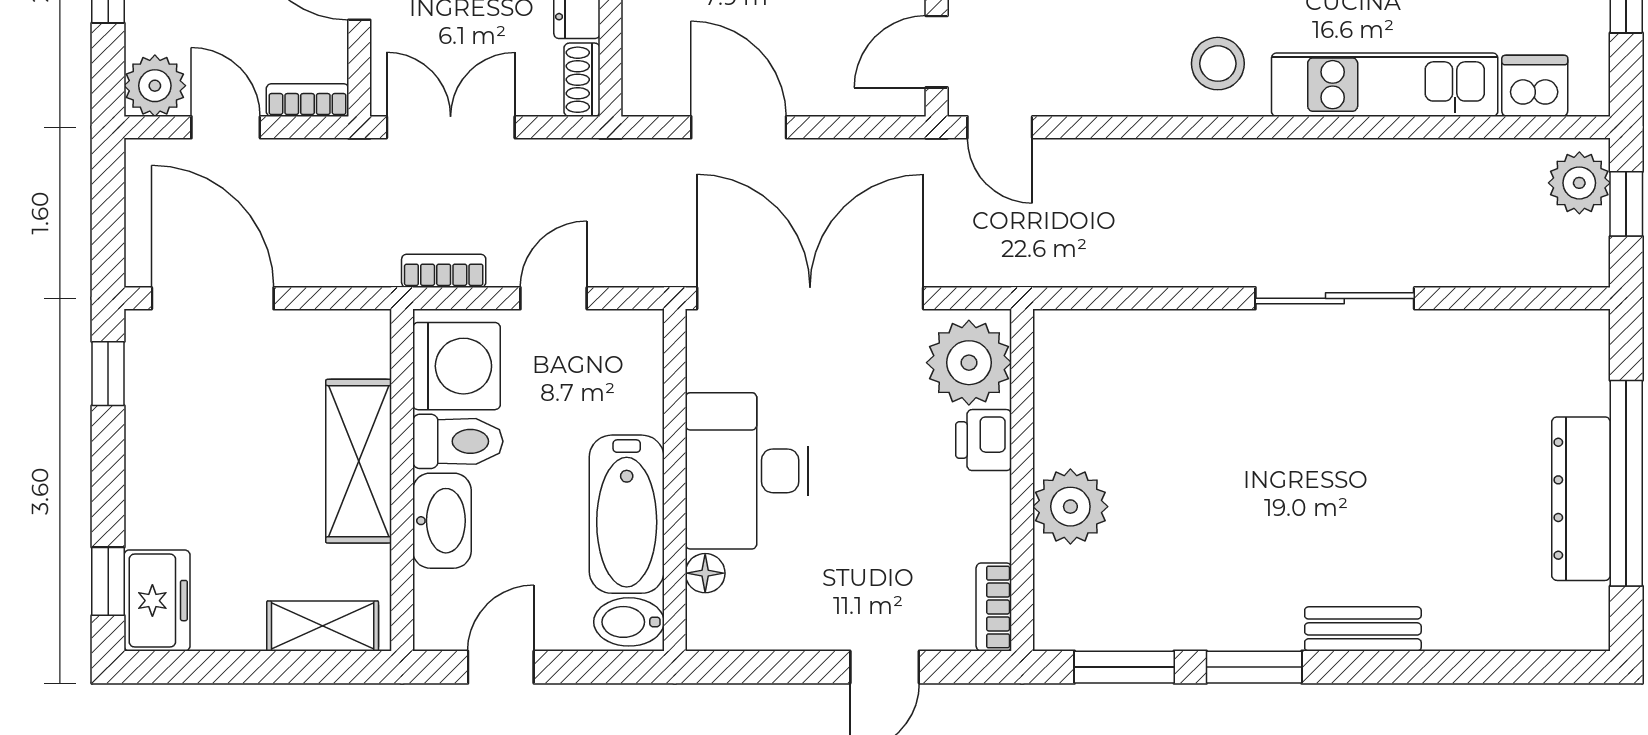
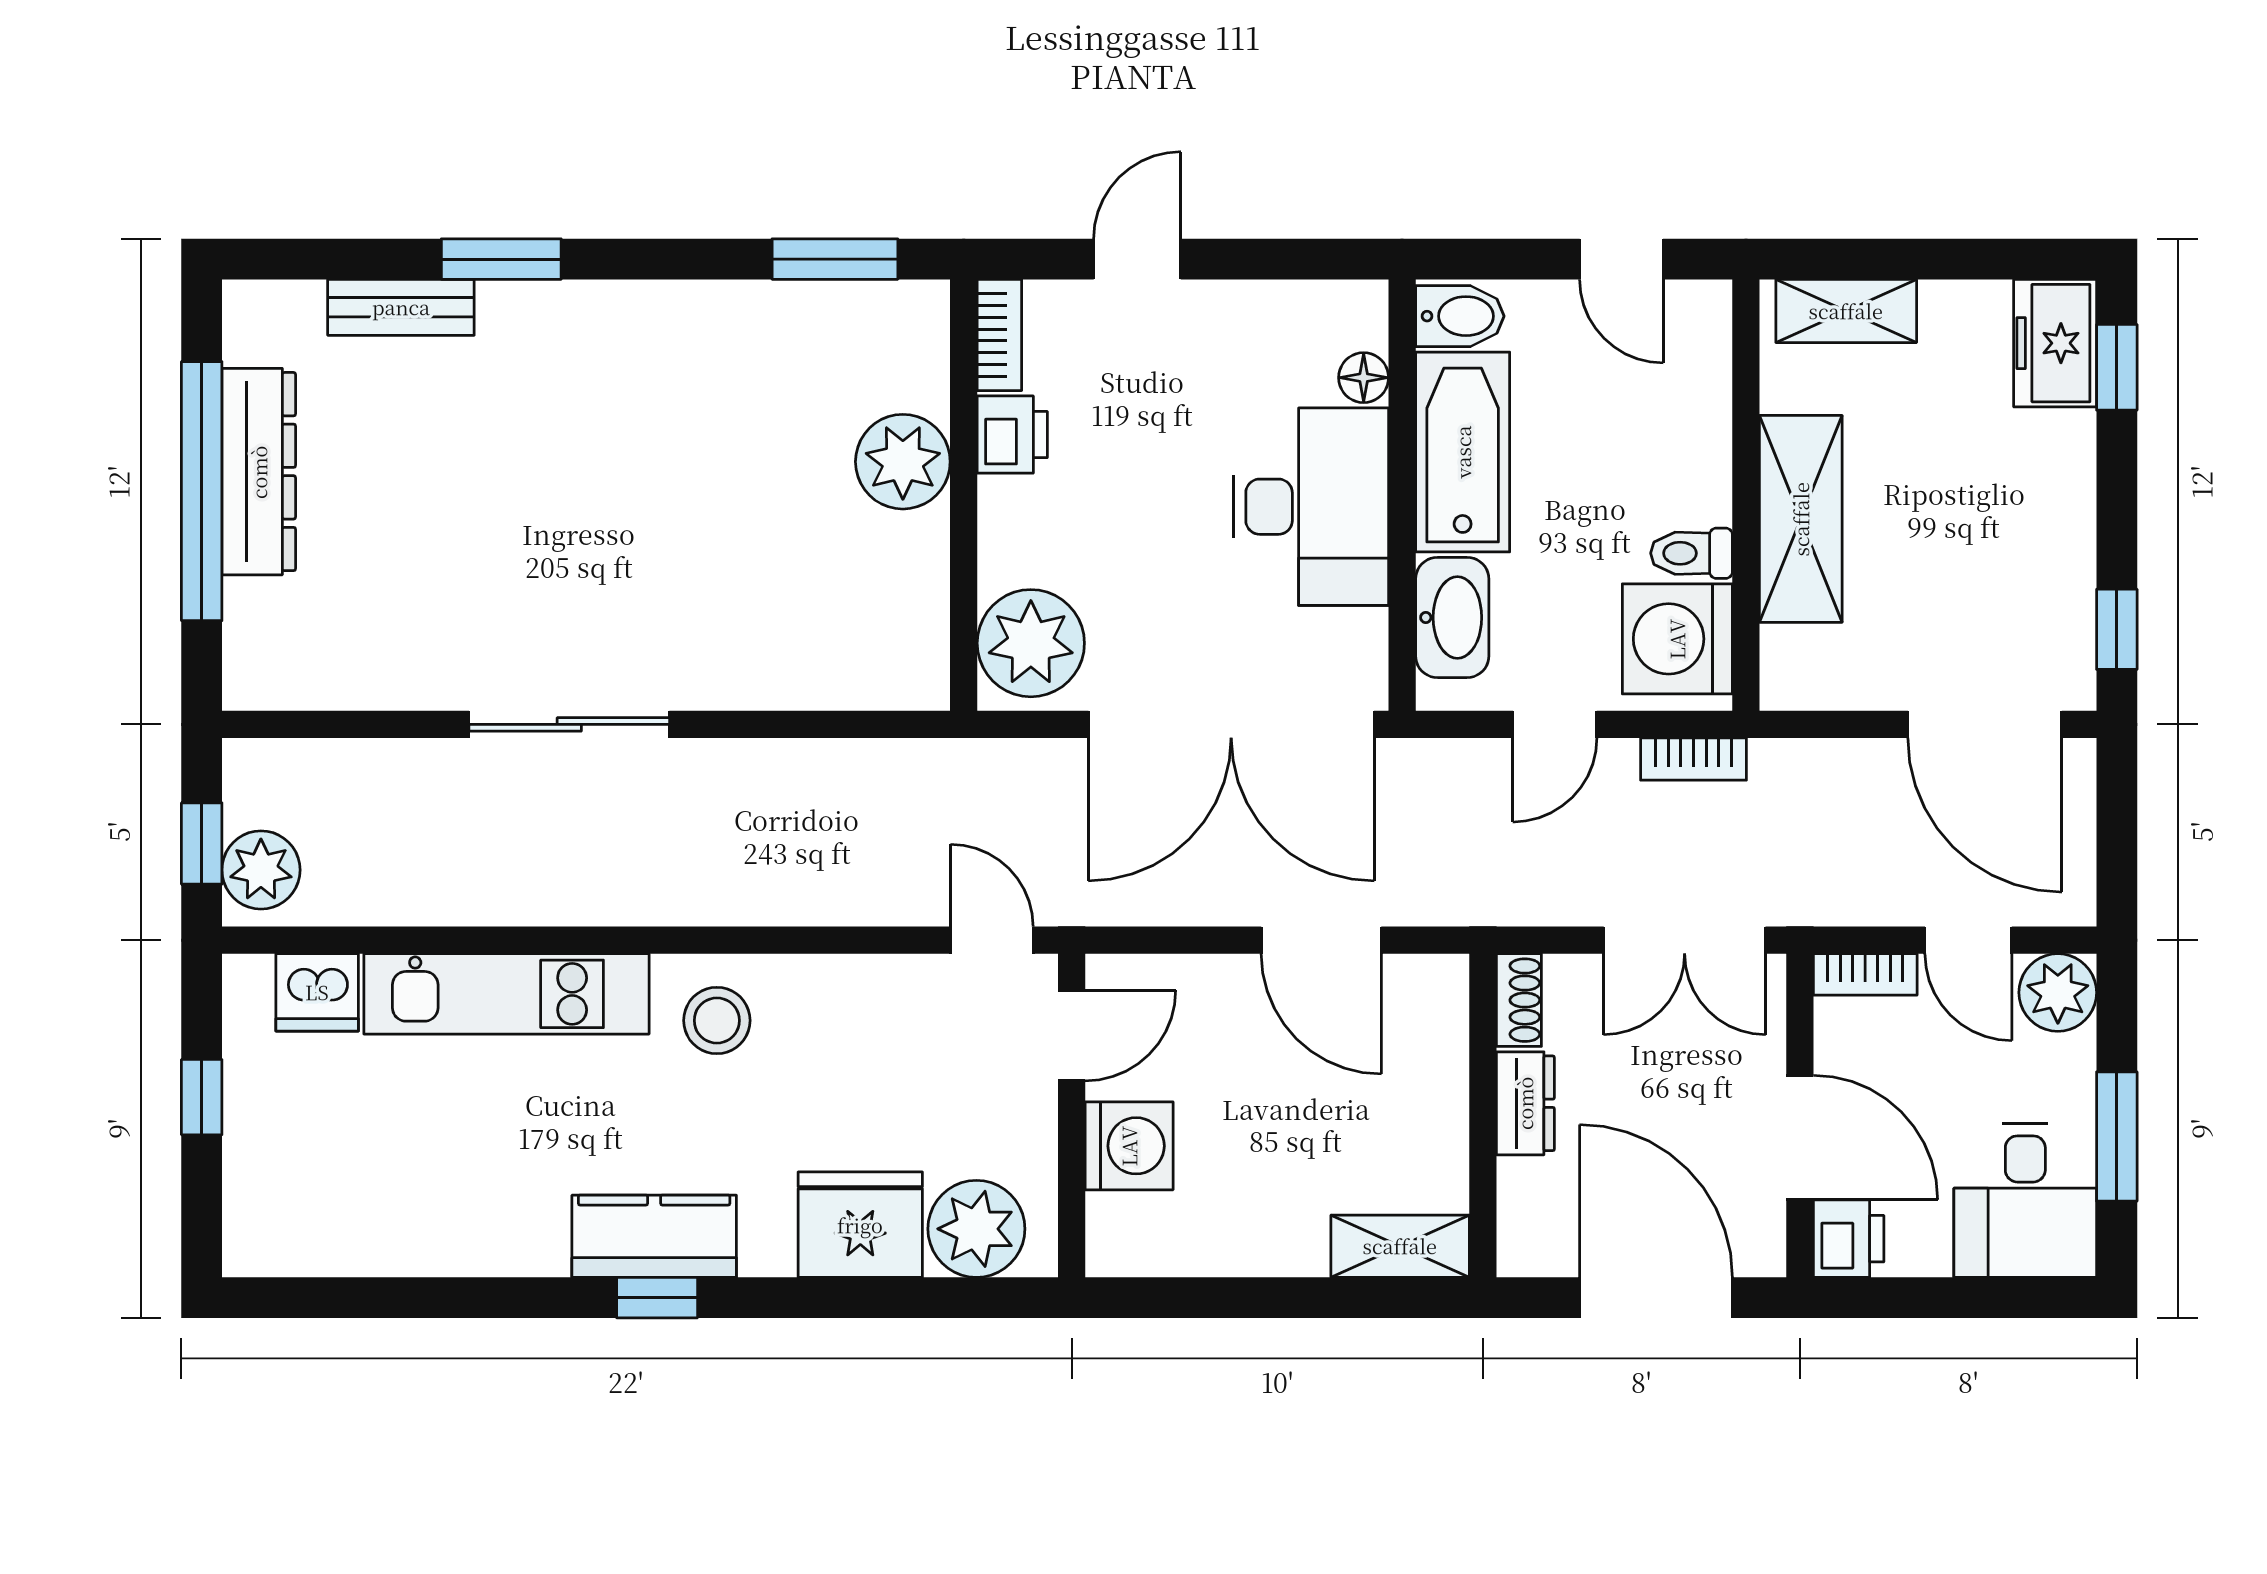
printer: (984, 440) -> (1012, 435), moved
toilet: (458, 441) -> (1691, 553), width x0.73, depth x0.72
washbasin: (442, 521) -> (1452, 617), moved, turned 180
bench: (1363, 629) -> (401, 307), moved
door: (501, 667) -> (1621, 259), hinge flipped
window: (1254, 667) -> (501, 259), moved

